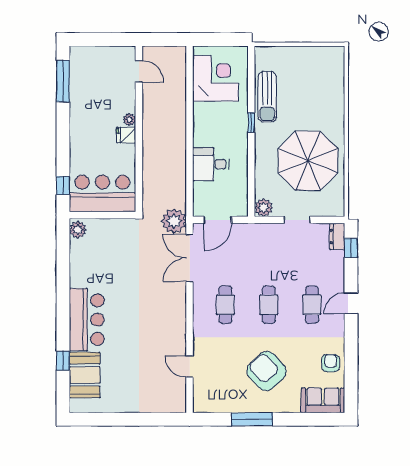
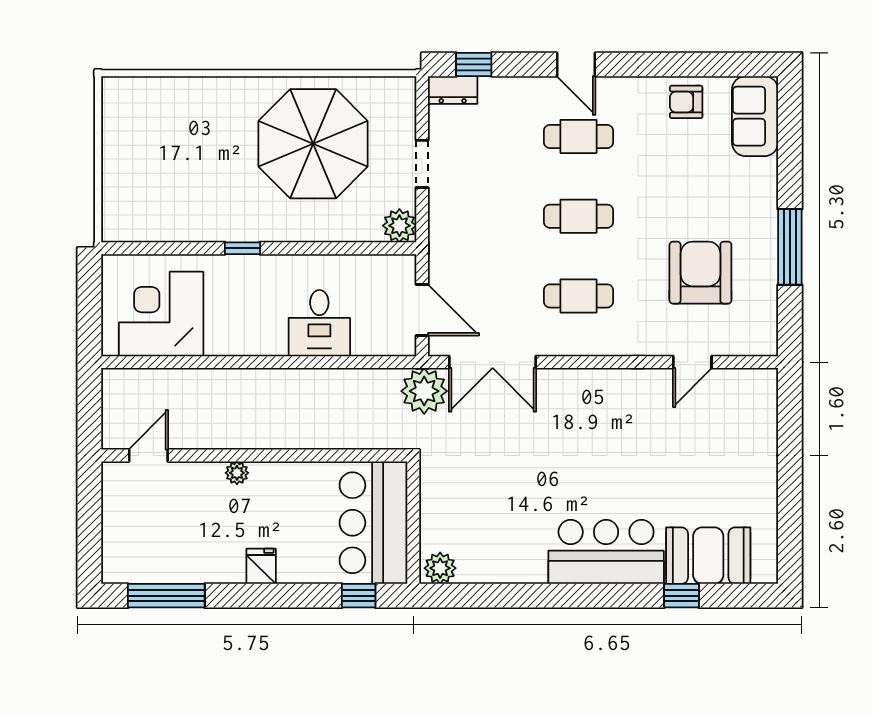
sun lounger: (267, 97) -> (195, 219), removed
fridge: (126, 135) -> (261, 566), moved, turned 180
armchair: (266, 371) -> (700, 273), moved, turned 133

